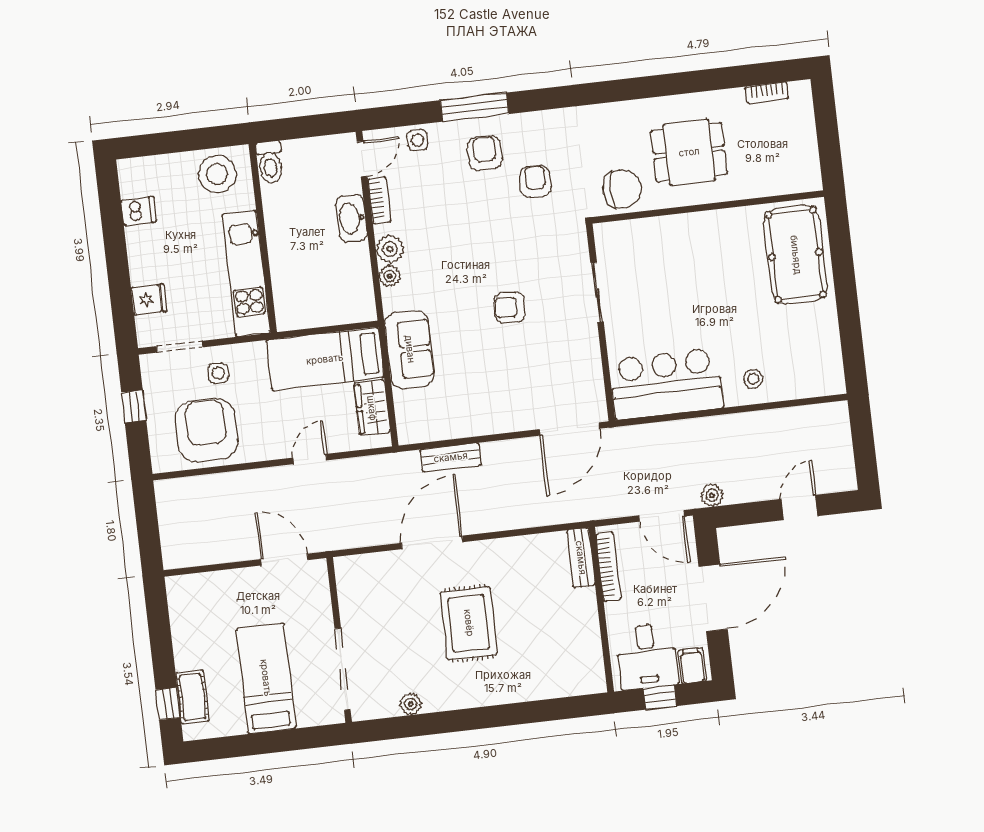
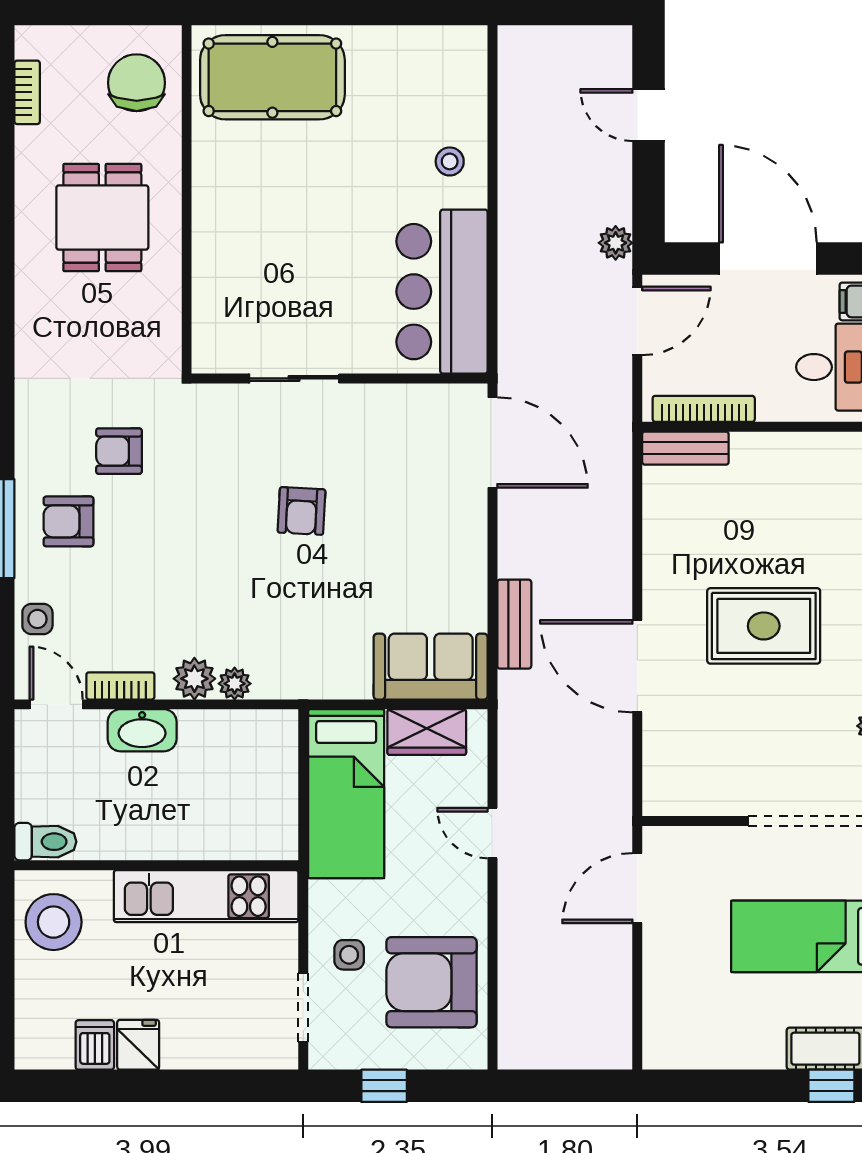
chair: (622, 189) -> (137, 83), moved
fridge: (149, 299) -> (138, 1045), moved
sofa: (410, 349) -> (431, 667), moved

